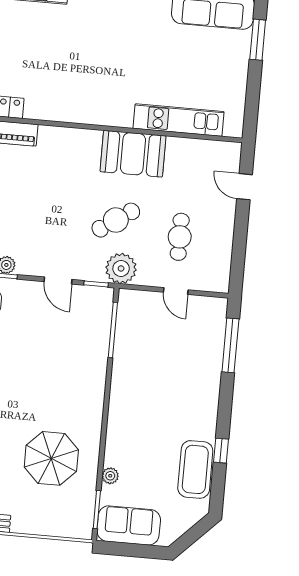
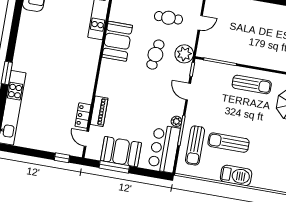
cafe table: (116, 220) -> (155, 55), turned 43
door: (58, 281) -> (188, 92), swing flipped
sun lounger: (79, 387) -> (252, 84), added

